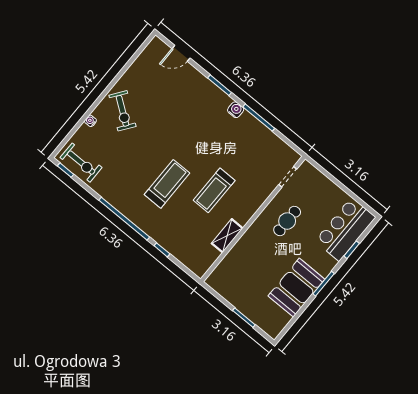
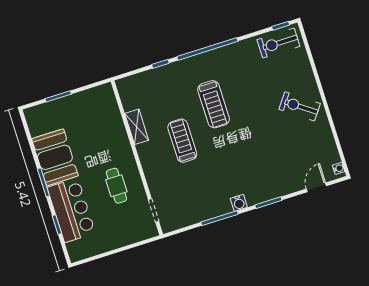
water cooler: (90, 121) -> (339, 168), moved
bar counter: (345, 229) -> (71, 210), moved

